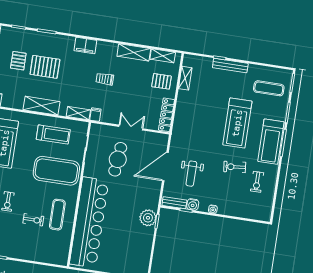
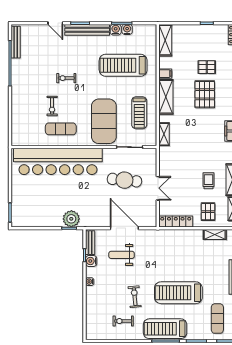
trolley: (105, 79) -> (209, 181), moved
filing cabinet: (95, 115) -> (165, 74), moved

